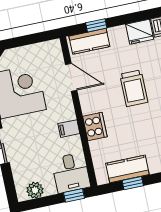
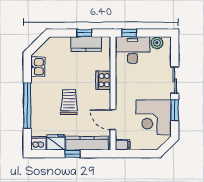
window: (96, 25) -> (73, 154), moved
kitchen counter: (89, 41) -> (87, 143), width x1.50
filing cabinet: (69, 129) -> (123, 145), moved
desk: (71, 173) -> (133, 50), width x1.37

